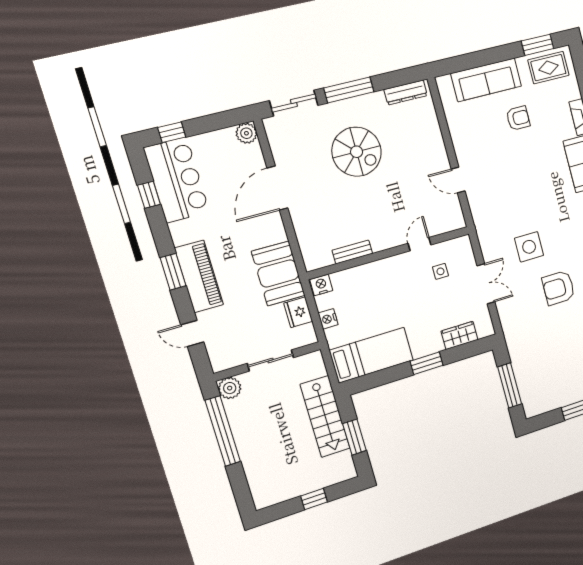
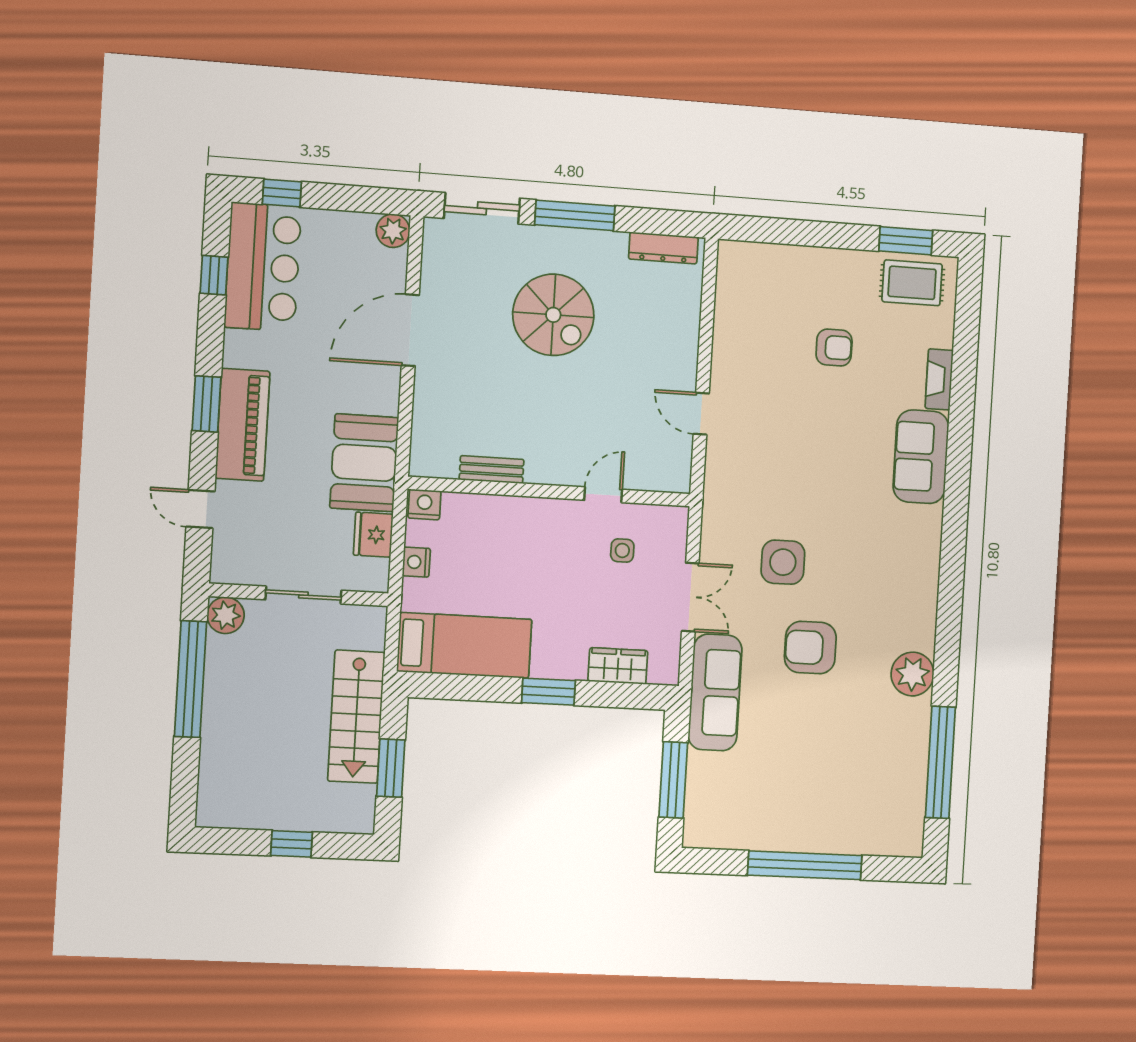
sofa: (486, 80) -> (715, 692), moved, turned -90

